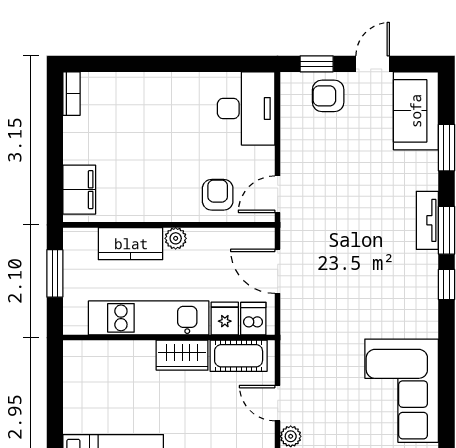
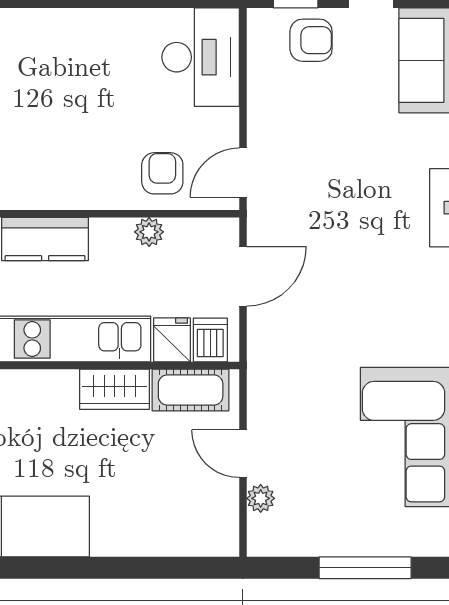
armchair: (328, 96) -> (311, 40), turned 180
plant: (176, 238) -> (149, 232), moved
door: (278, 271) -> (243, 276), swing flipped

